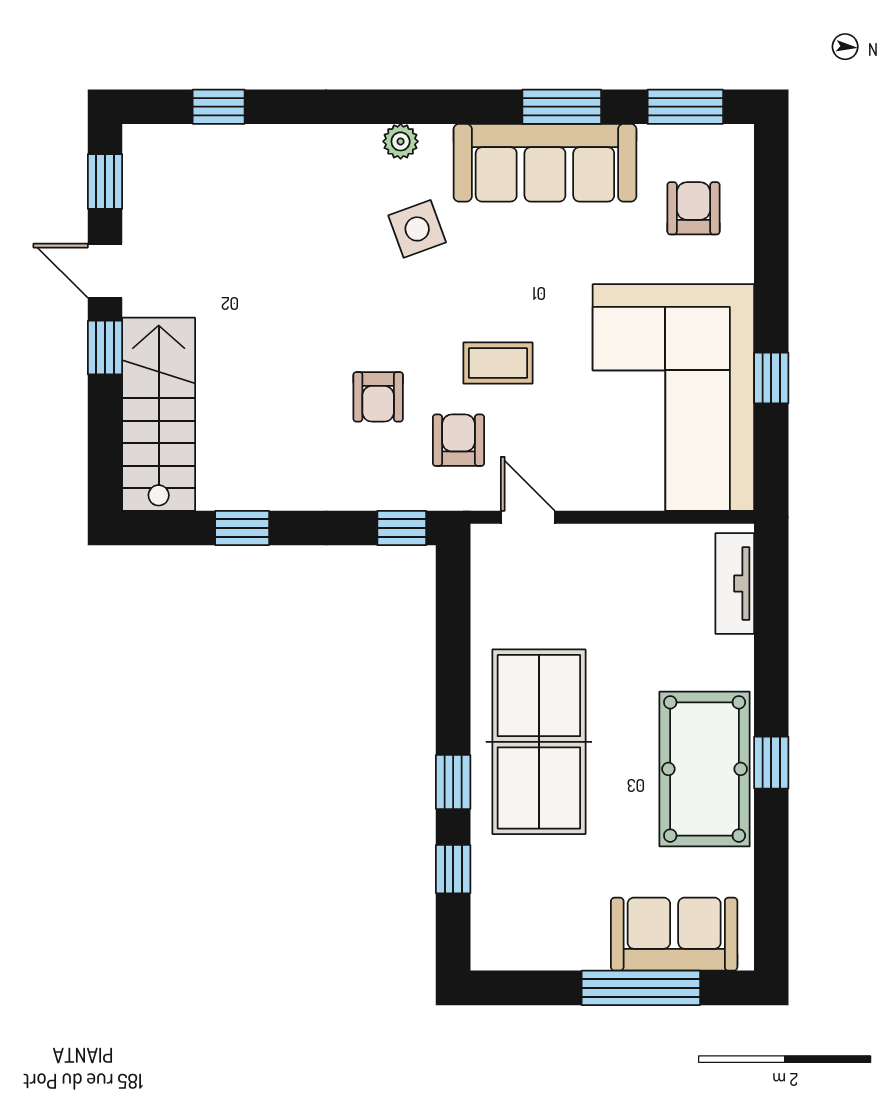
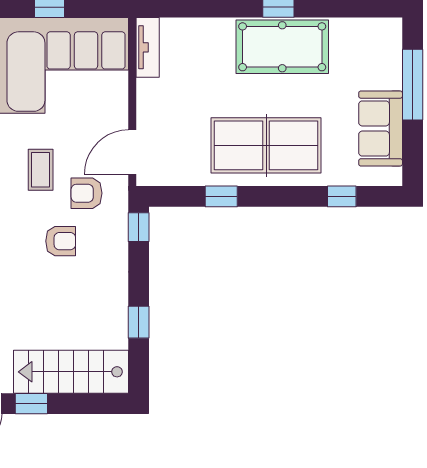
door: (528, 517) -> (132, 152), width x1.38
tv unit: (735, 584) -> (148, 47), moved, turned -90
window: (453, 782) -> (221, 196), moved
sofa: (674, 934) -> (381, 128), moved

